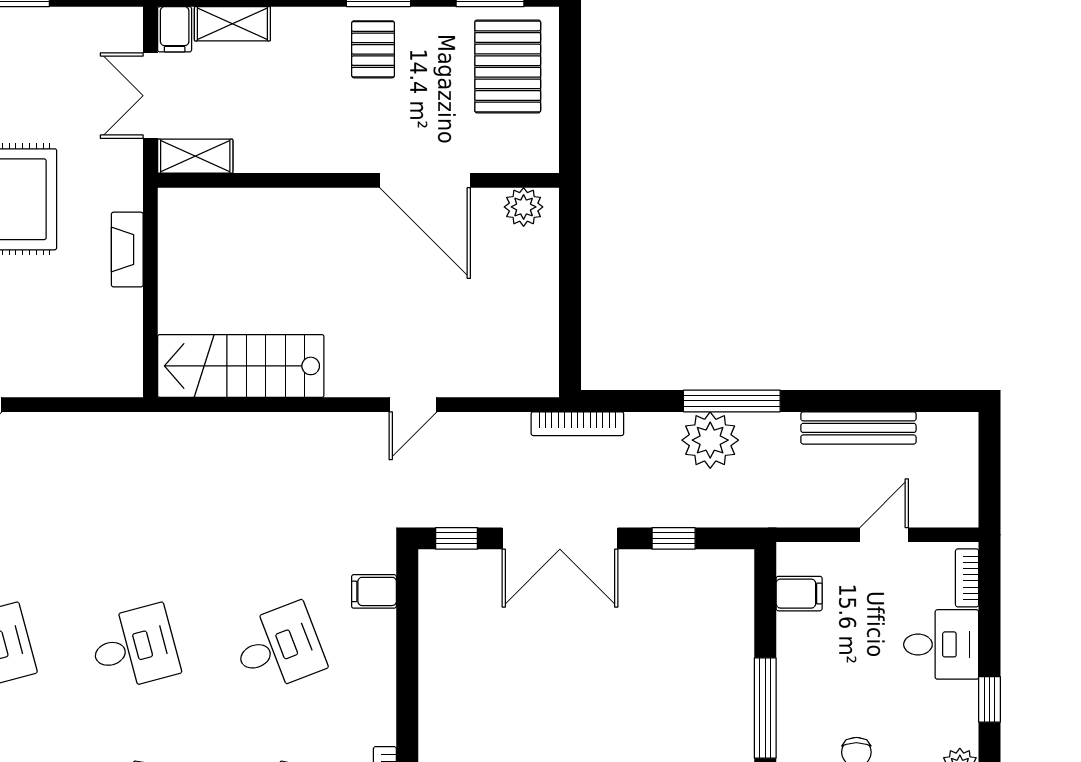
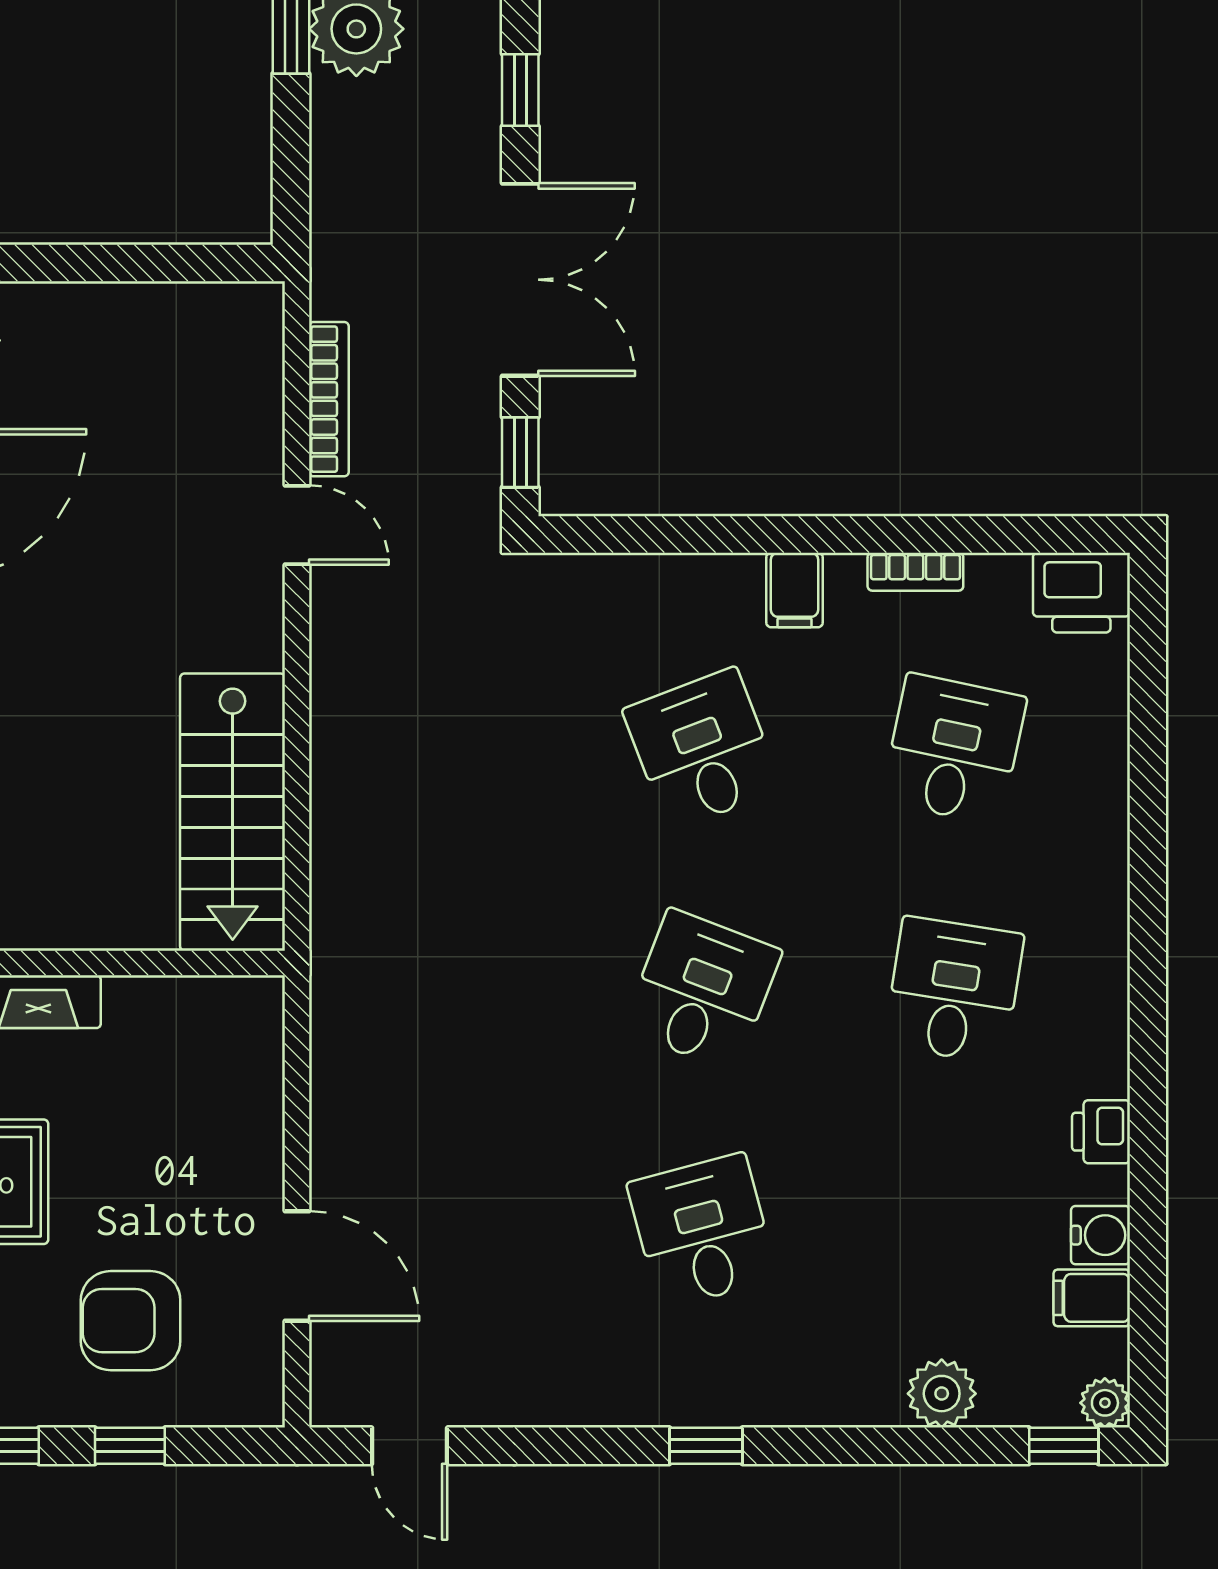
bookcase: (577, 424) -> (329, 399), moved
filing cabinet: (374, 591) -> (795, 590), moved
desk: (134, 647) -> (702, 990), turned 36

